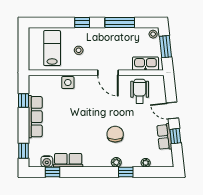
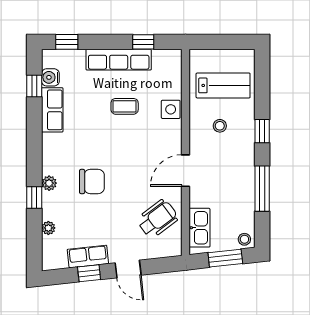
wheelchair: (140, 91) -> (157, 219), turned -37
door: (173, 110) -> (128, 269), swing flipped
coffee table: (66, 113) -> (125, 106), added

